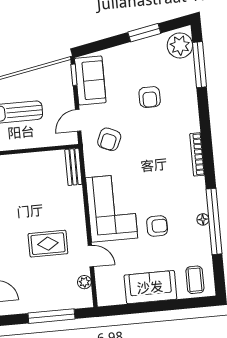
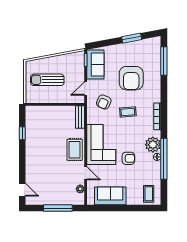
plant: (180, 45) -> (153, 145), moved
armchair: (150, 97) -> (131, 78), width x1.88, depth x1.88
coffee table: (149, 152) -> (128, 112), added
rug: (48, 244) -> (75, 150), moved, turned 90
sofa: (150, 287) -> (110, 196), moved

